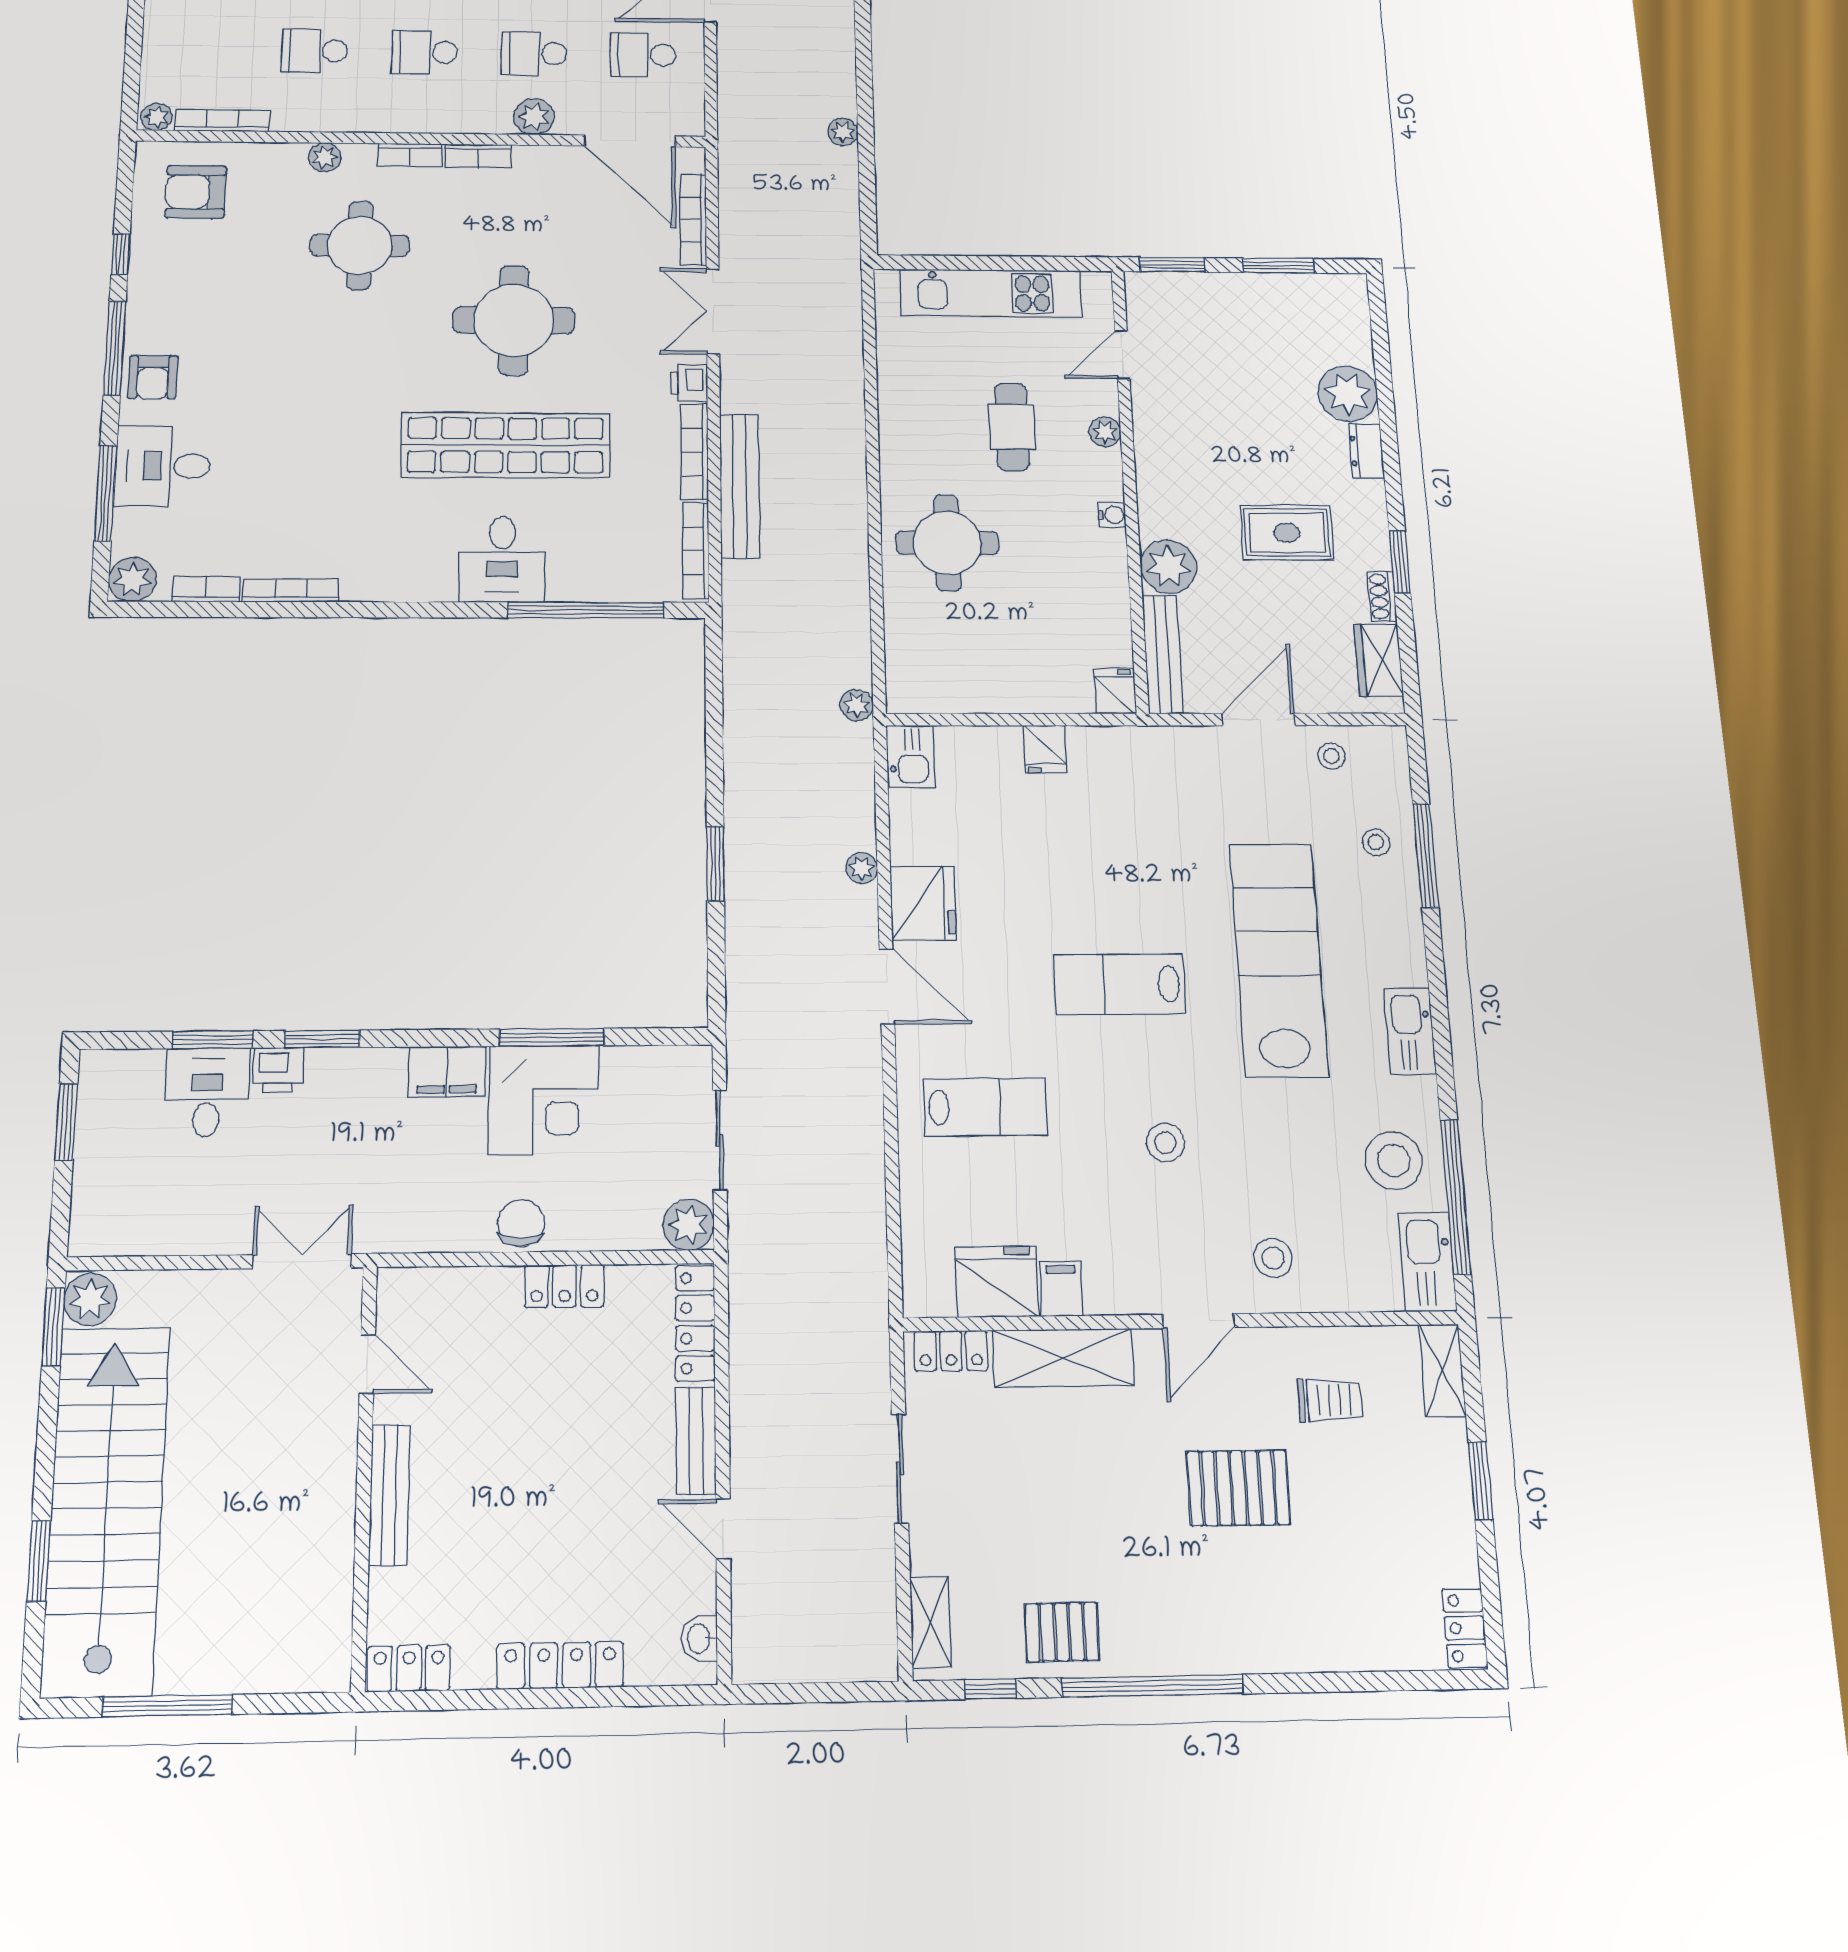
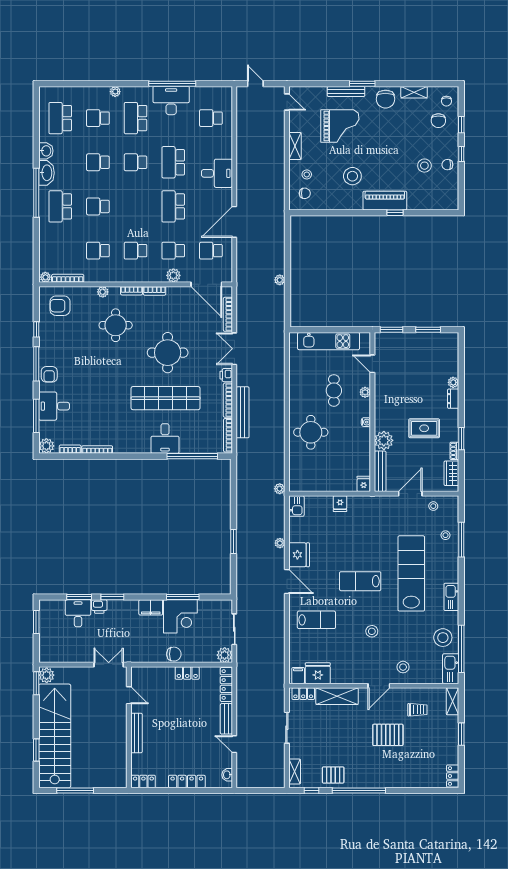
door: (1122, 355) -> (372, 364), hinge flipped
plant: (1348, 394) -> (453, 382), width x0.53, depth x0.53
chair: (521, 1223) -> (174, 654), turned 89
filing cabinet: (1061, 1289) -> (298, 676), moved

